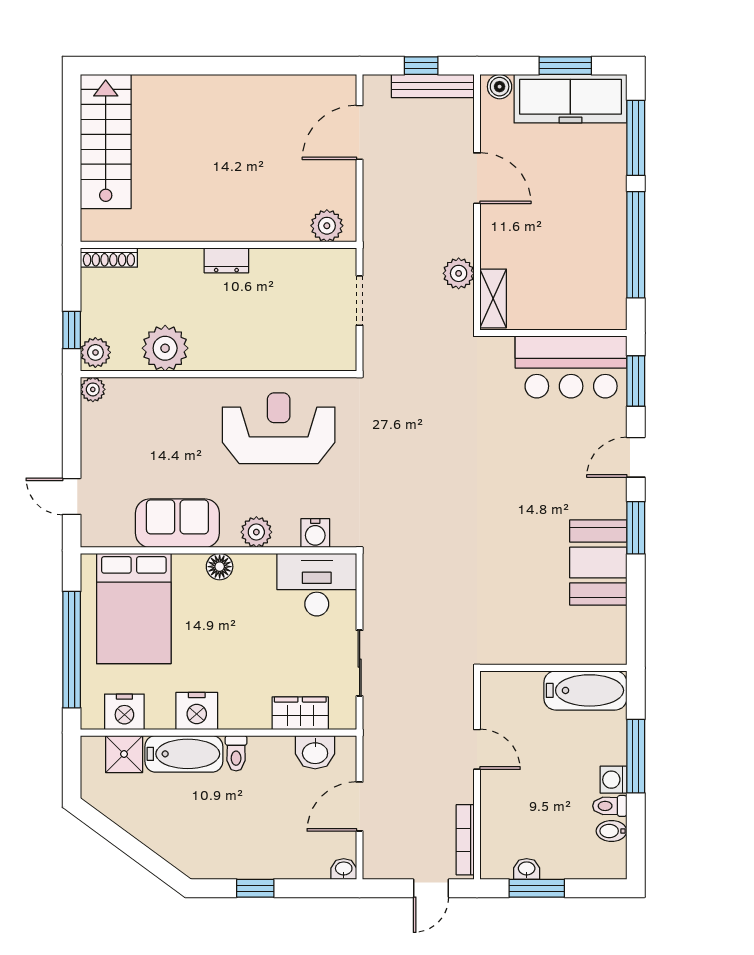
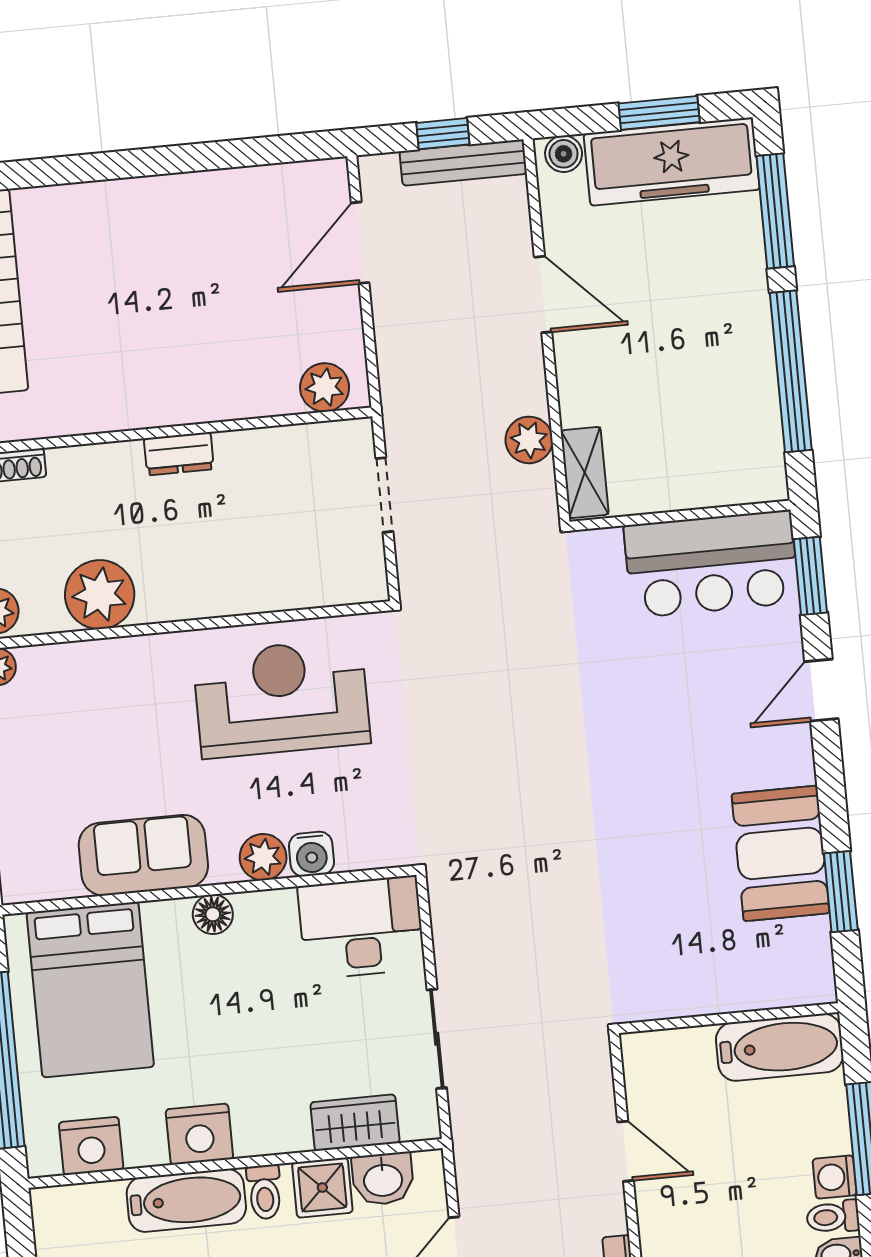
window: (636, 528) -> (841, 892), moved
water cooler: (315, 533) -> (311, 854), moved
shower: (124, 754) -> (322, 1188), moved

